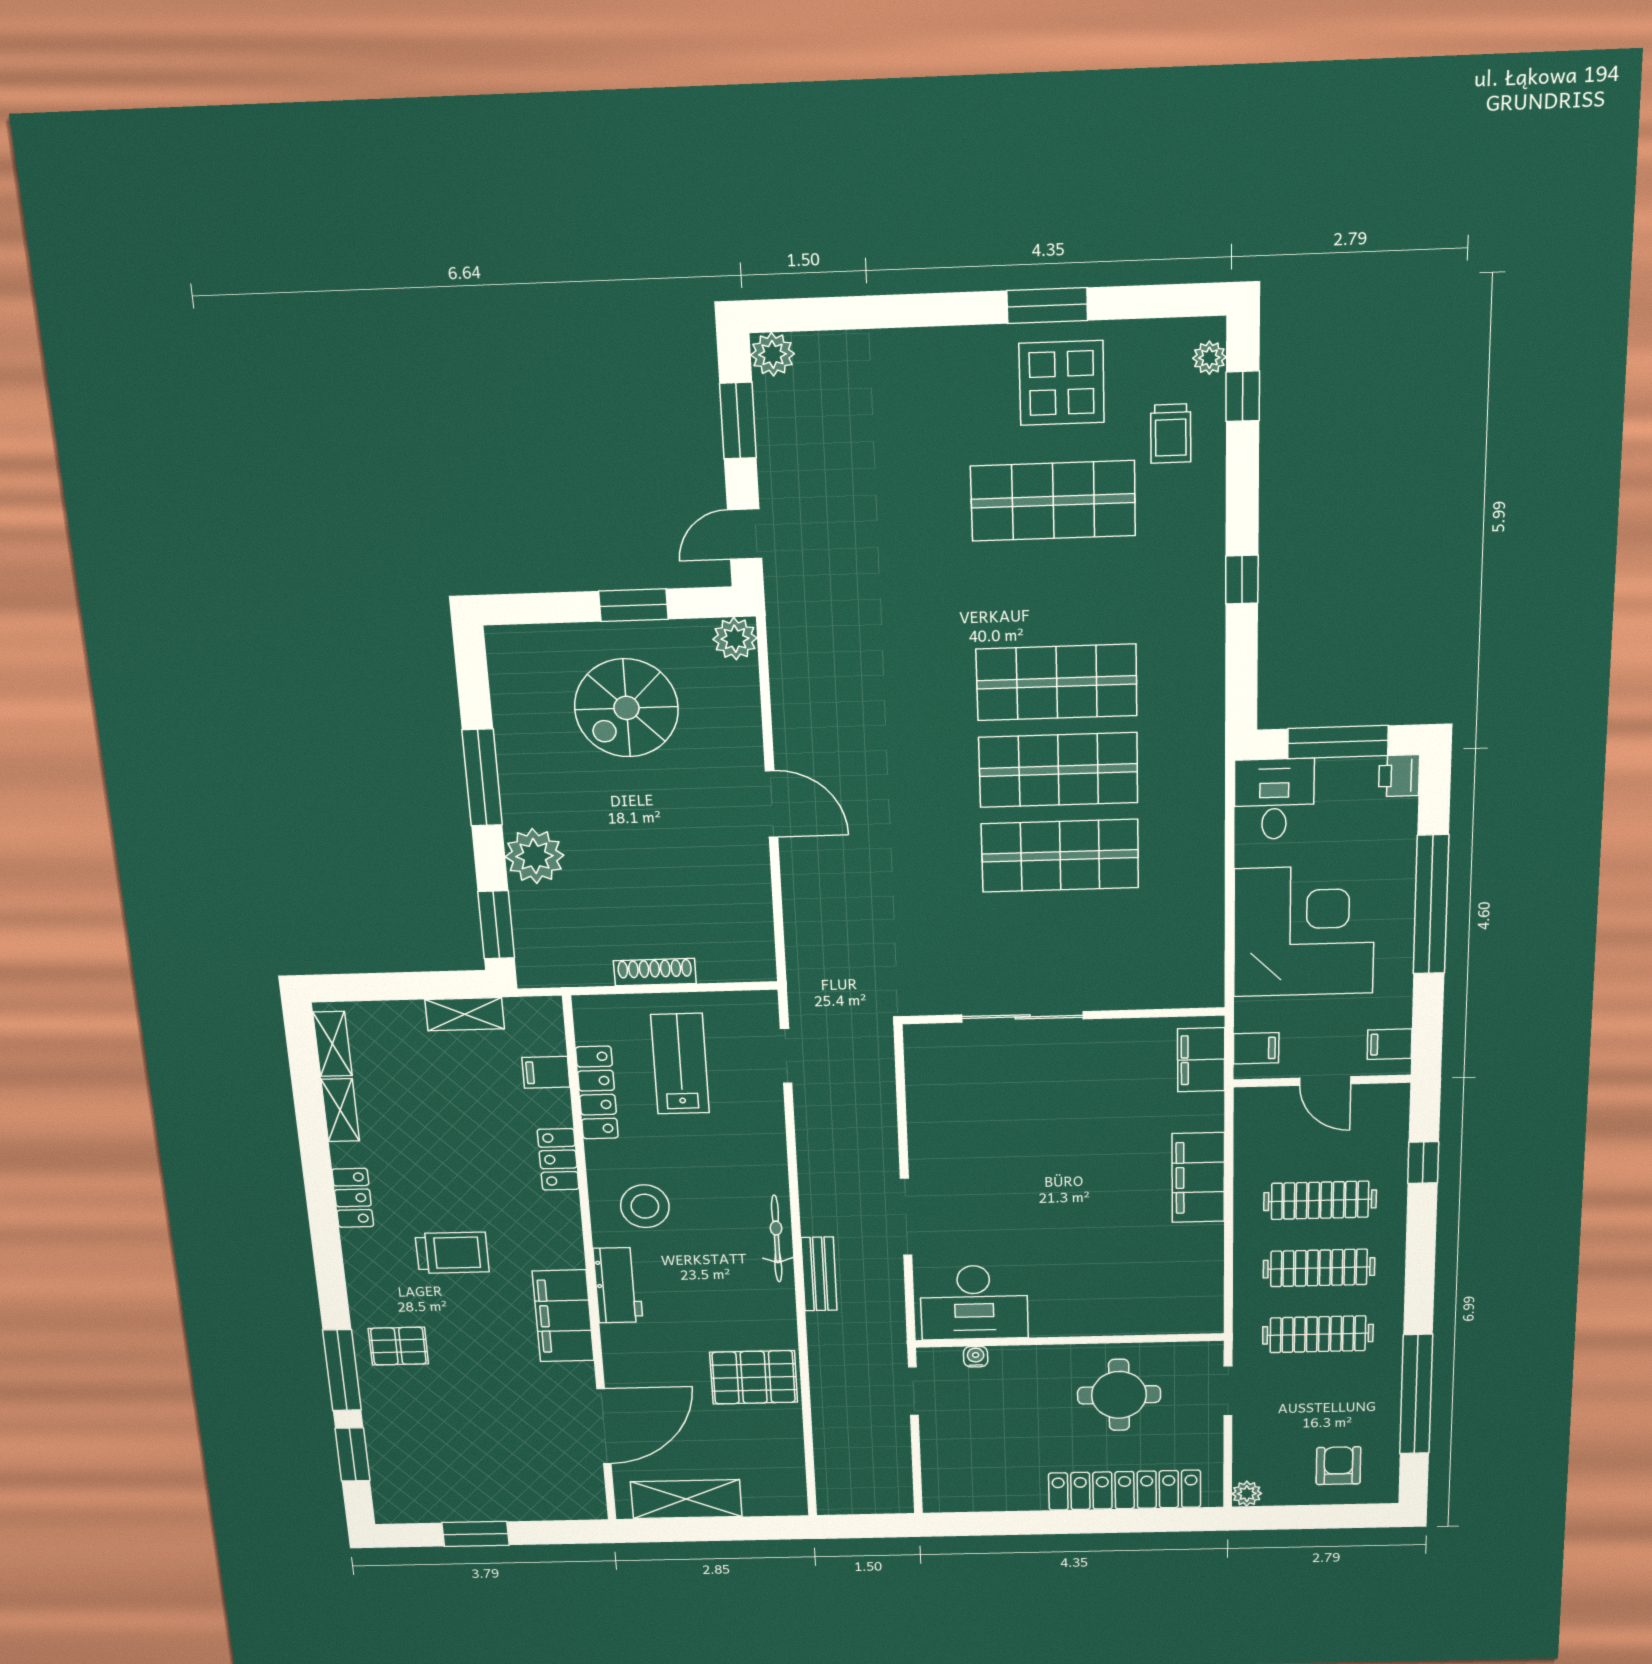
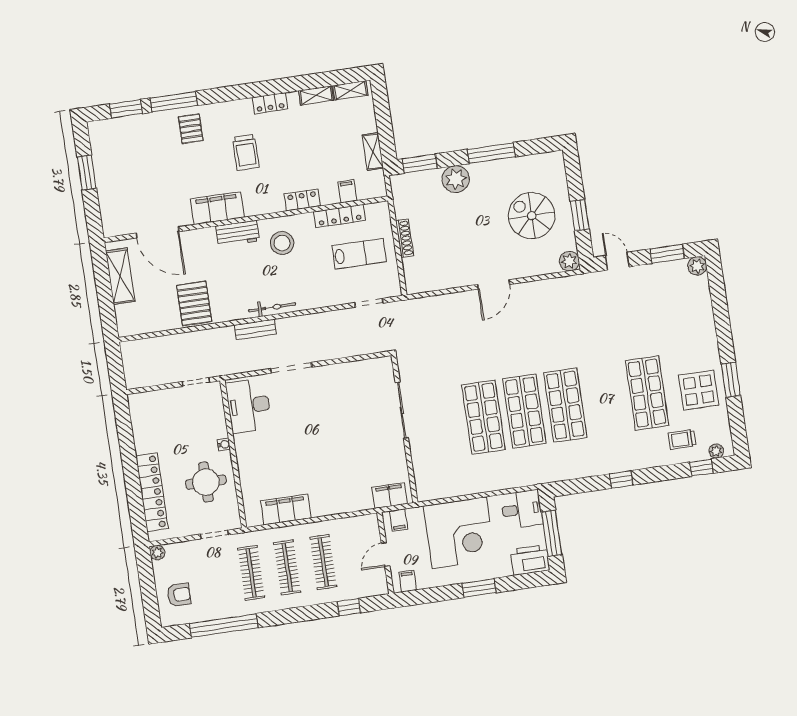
printer: (1399, 776) -> (530, 560), width x1.87, depth x1.48
window: (1431, 905) -> (479, 588), width x0.47
filing cabinet: (1198, 1178) -> (286, 509), moved
water cooler: (976, 1357) -> (224, 444), moved

